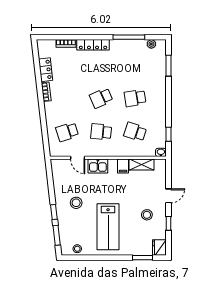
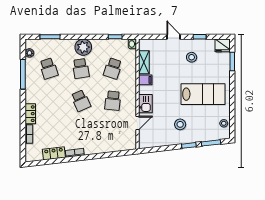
locker: (93, 45) -> (30, 114), width x0.66
plant: (158, 101) -> (83, 47), added
school desk: (67, 132) -> (49, 68), moved

